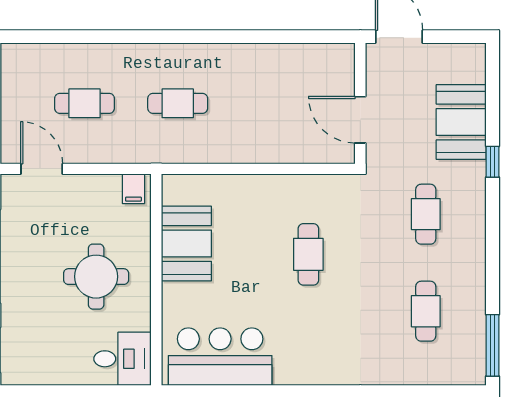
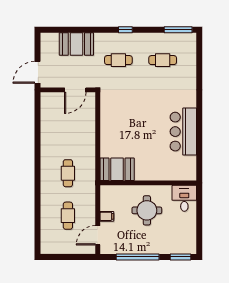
window: (493, 162) -> (125, 30), moved
filing cabinet: (133, 189) -> (107, 216), moved
booth: (186, 243) -> (117, 169), moved
cafe table: (308, 254) -> (137, 114), removed
bar counter: (220, 357) -> (183, 132), moved

